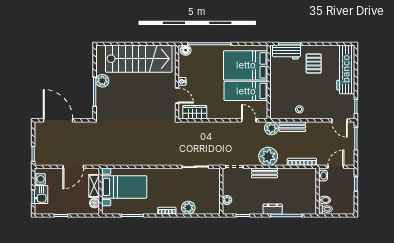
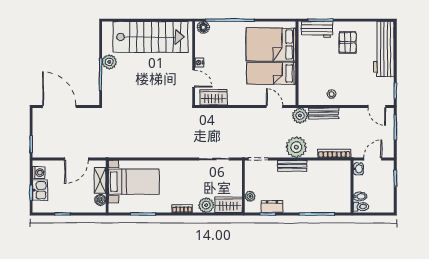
wardrobe: (208, 207) -> (228, 205), added
dresser: (273, 209) -> (272, 207), moved

